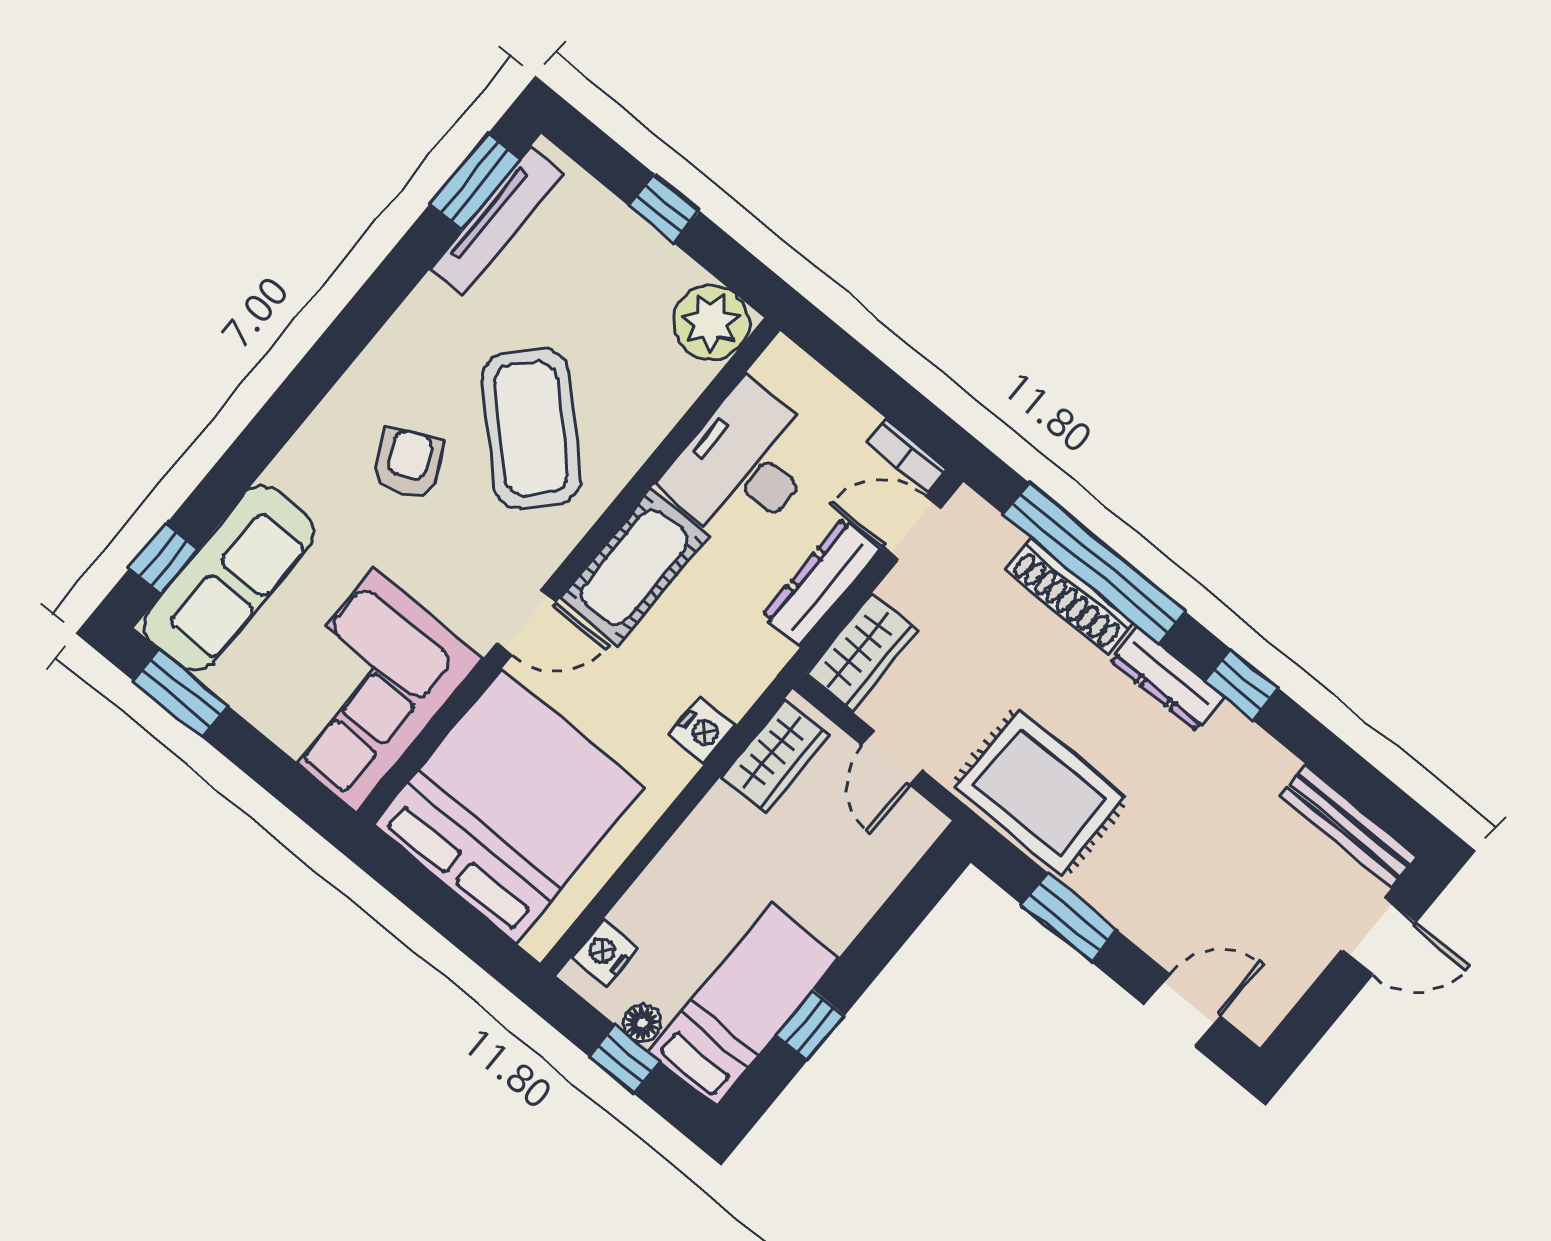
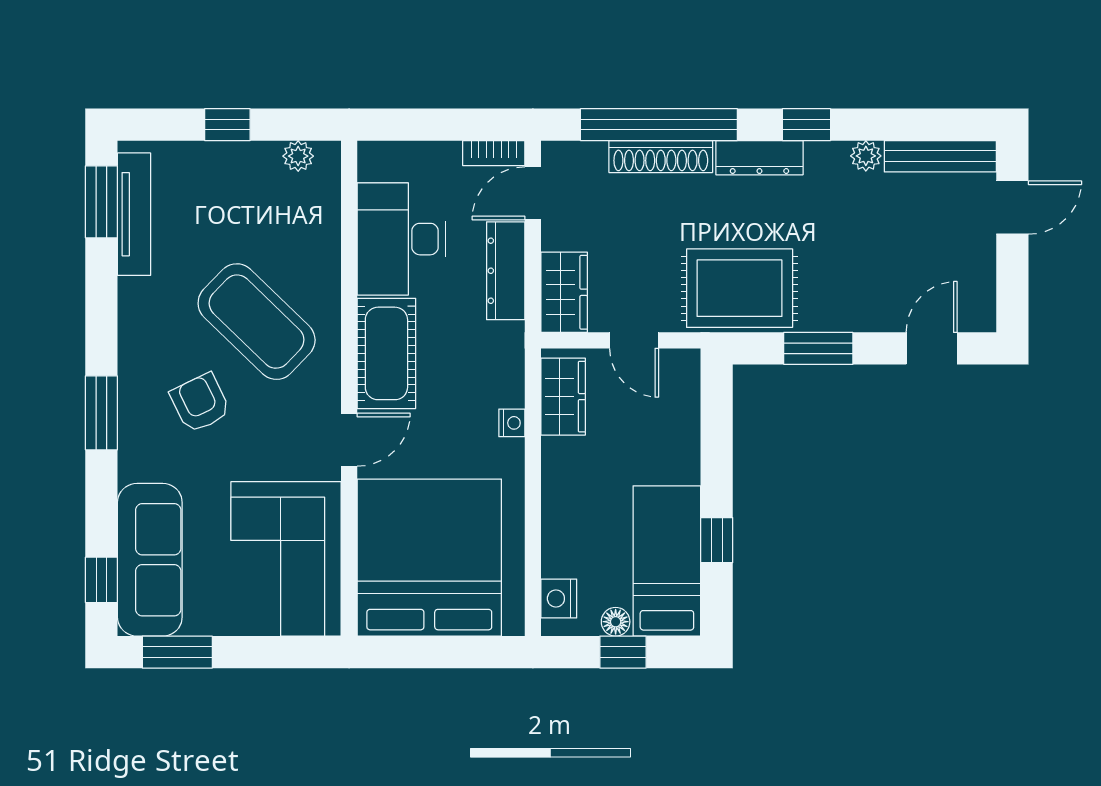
plant: (711, 322) -> (298, 156), width x0.53, depth x0.53
window: (301, 392) -> (101, 413), added
nightstand: (702, 730) -> (512, 423), width x0.72, depth x0.74
plant: (1275, 764) -> (866, 156), added

